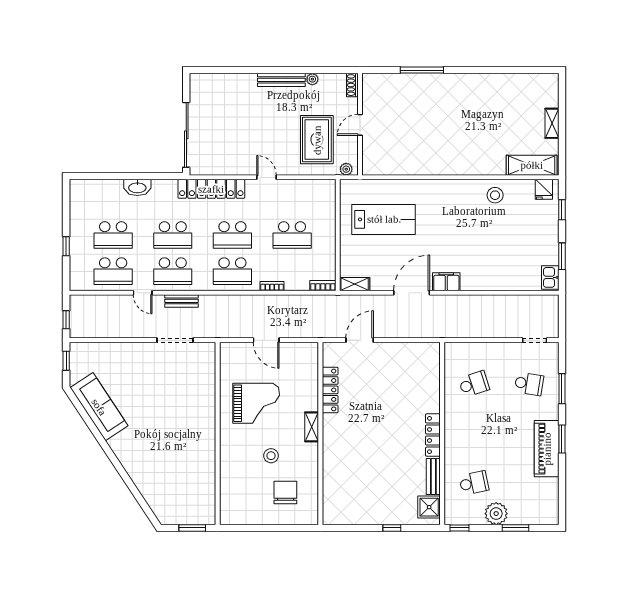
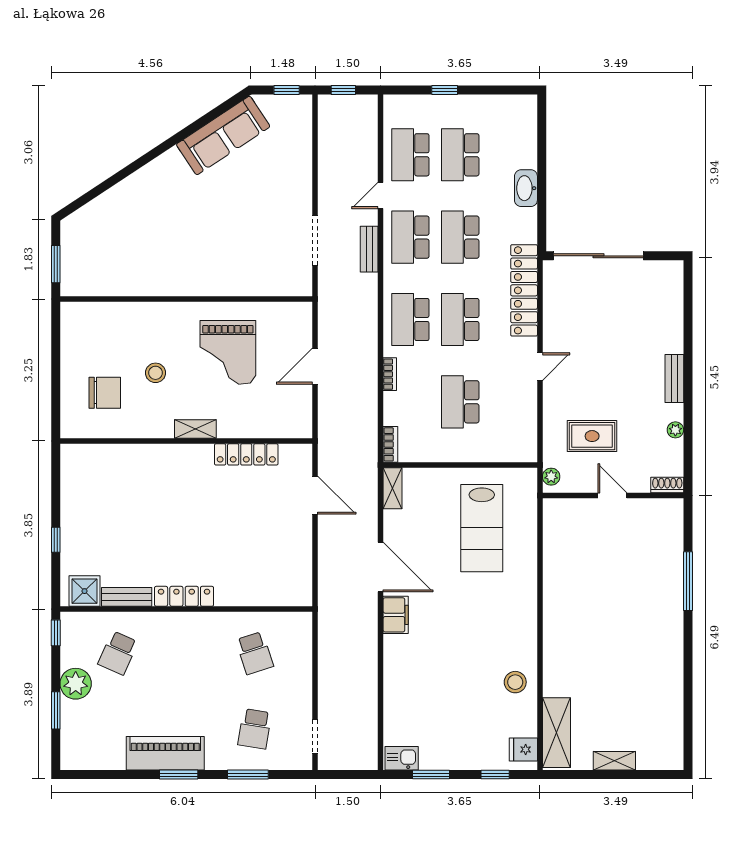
bench: (281, 80) -> (674, 378), width x0.73
rug: (317, 140) -> (592, 436), width x0.73, depth x0.70
school desk: (474, 483) -> (118, 653), turned 36

